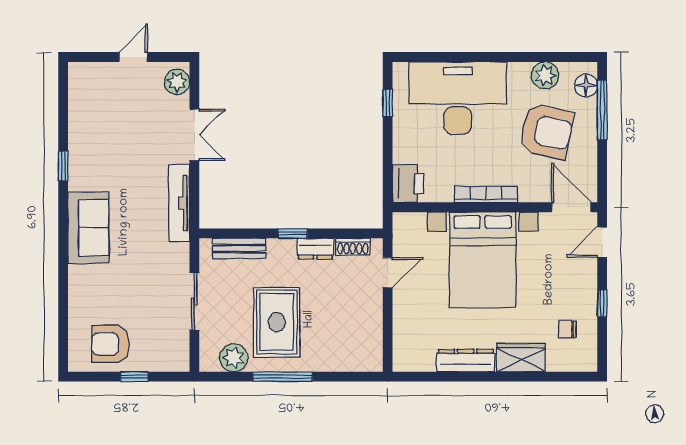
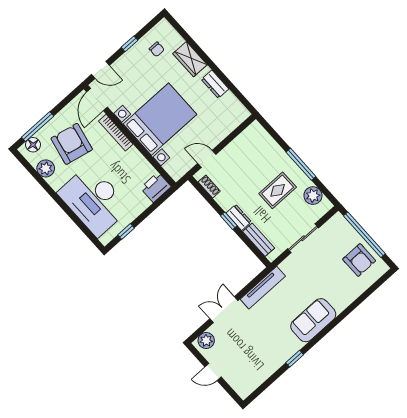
bookcase: (486, 194) -> (116, 133), moved
dresser: (315, 249) -> (239, 217), moved
rug: (277, 322) -> (278, 190), width x0.73, depth x0.70
dresser: (466, 361) -> (215, 84), width x0.70
window: (134, 377) -> (364, 235), width x3.17

